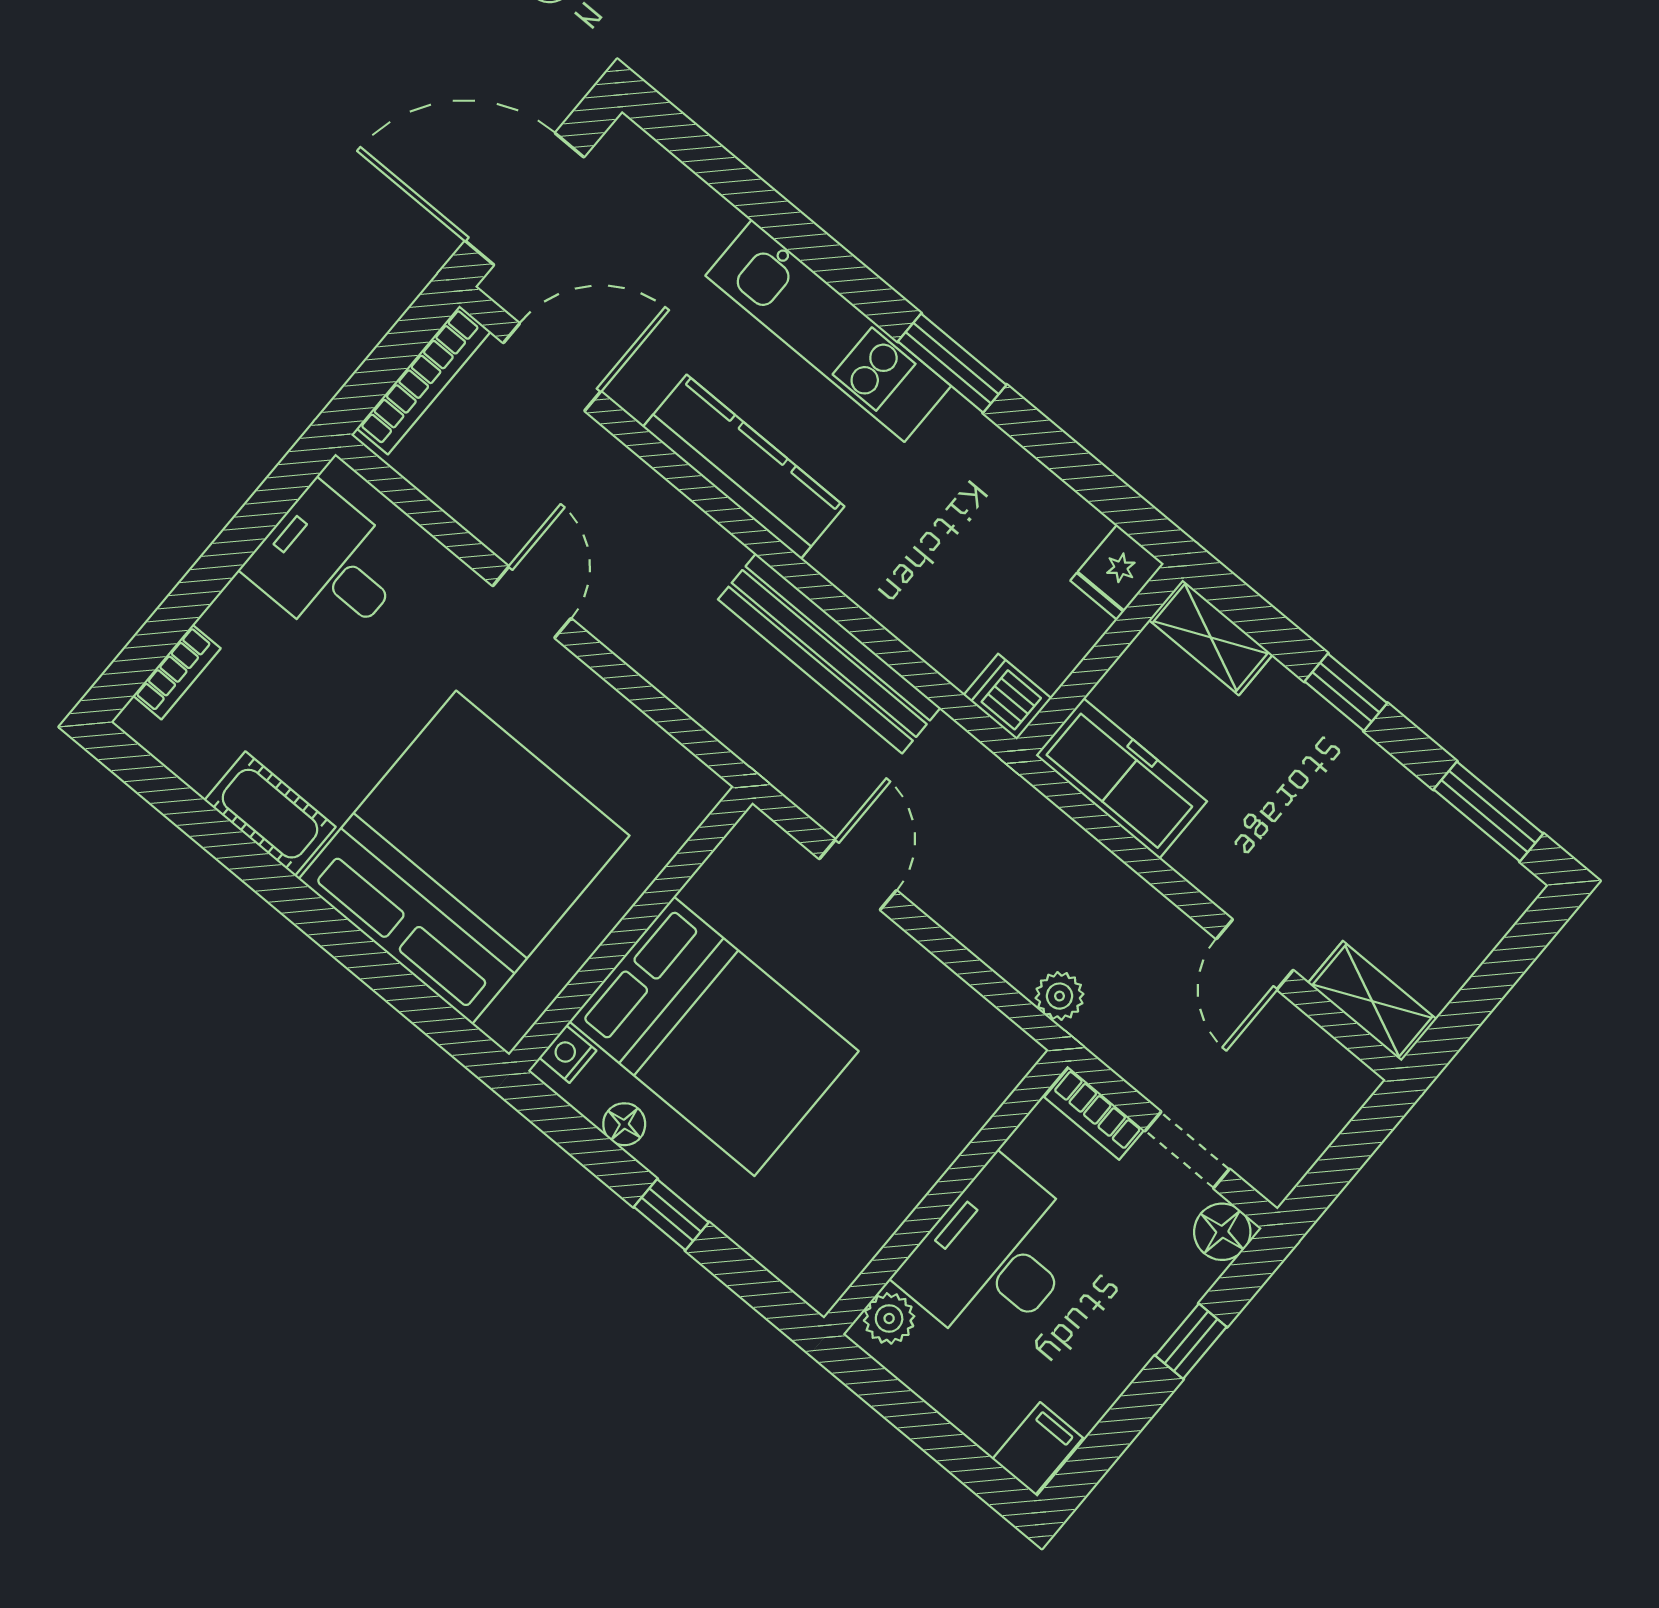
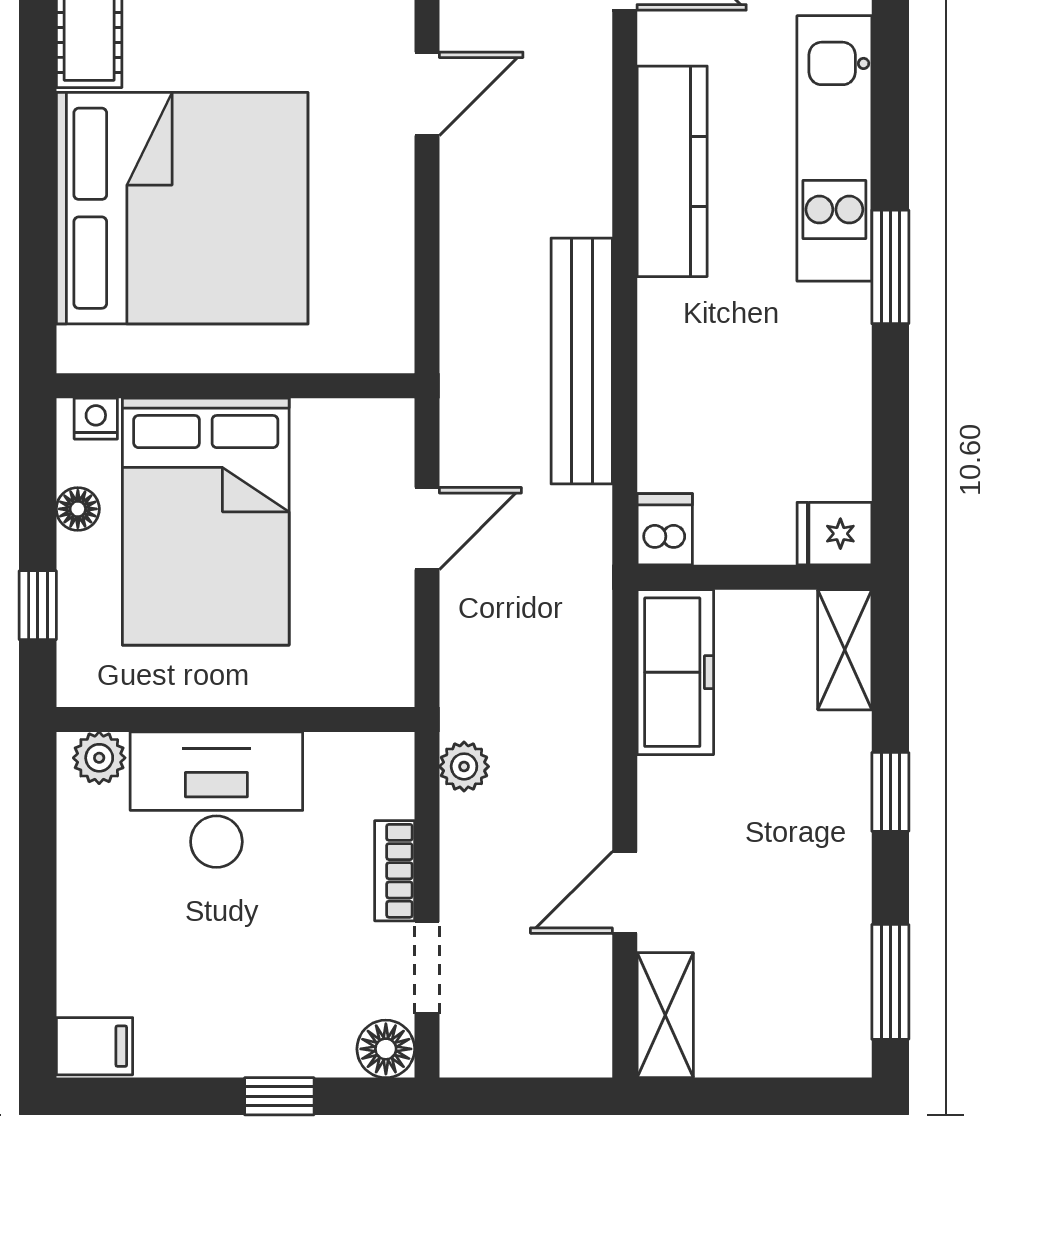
wall: (946, 1192) -> (235, 719), moved
desk: (994, 1257) -> (216, 800), moved
plant: (889, 1318) -> (99, 758), moved

